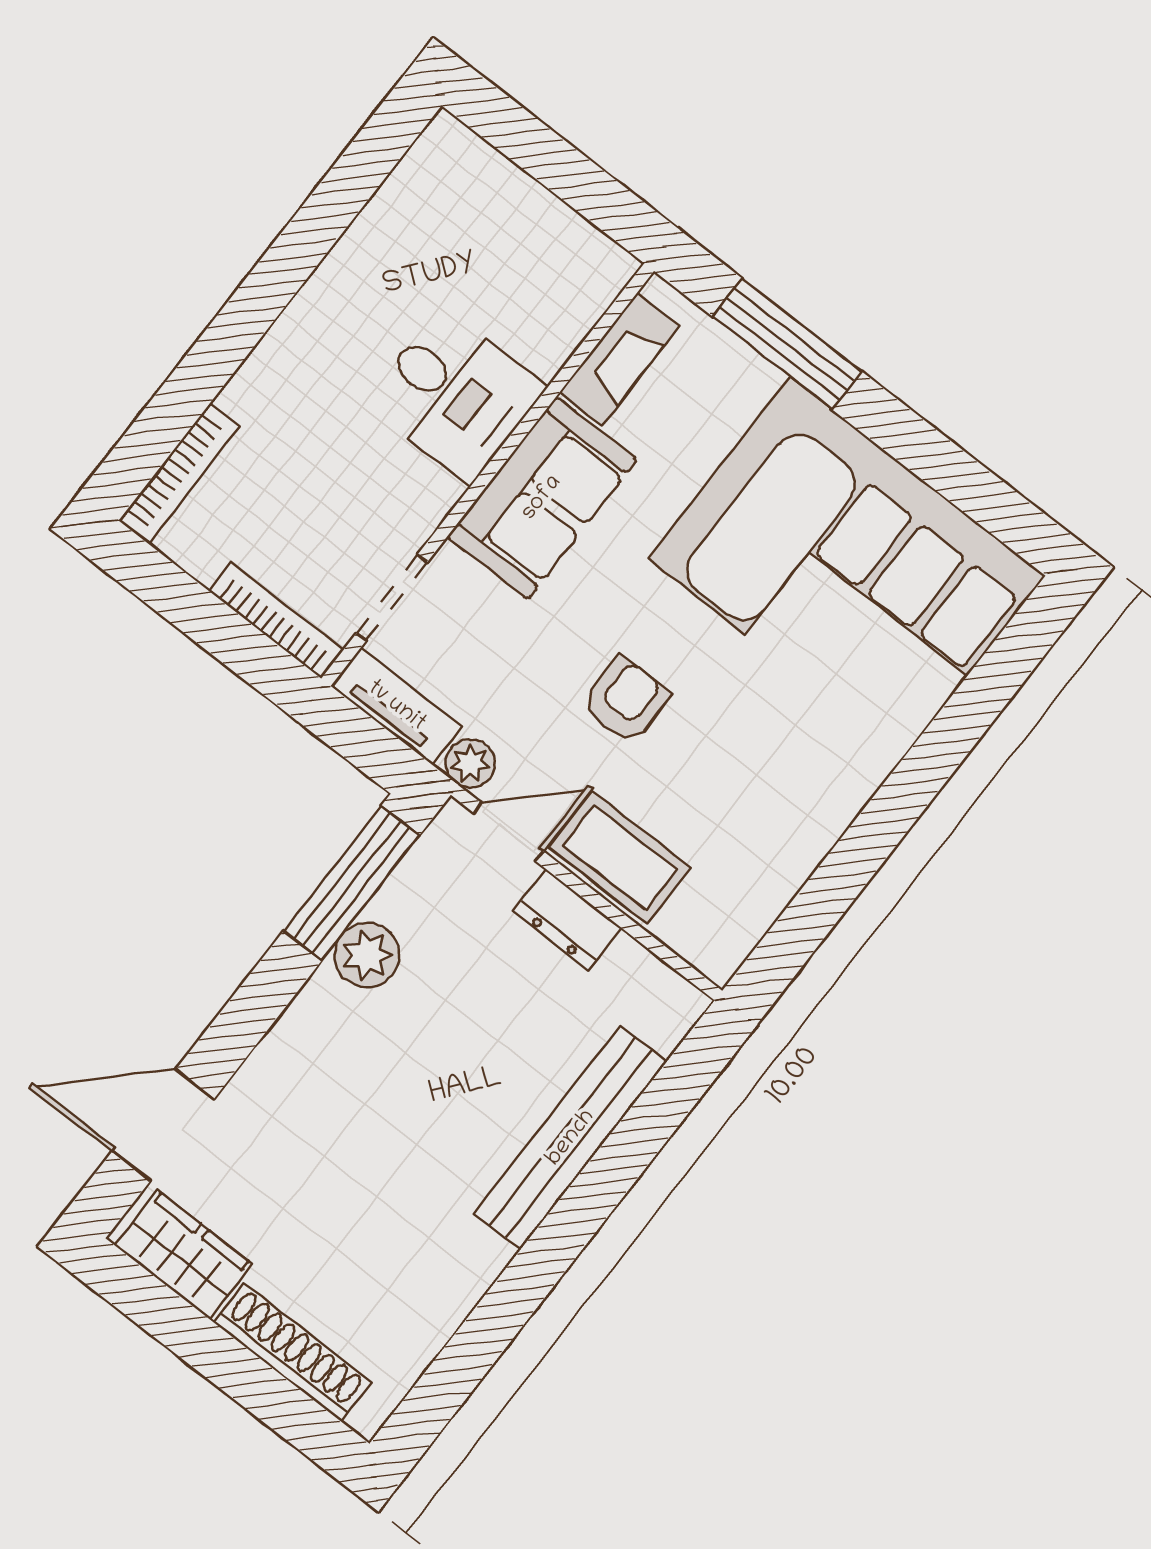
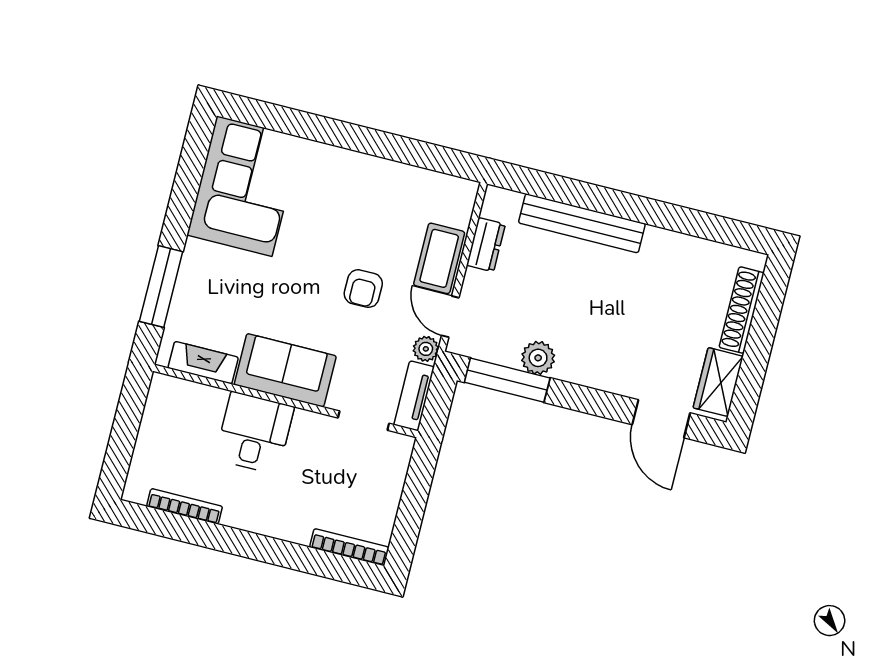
corner sofa: (847, 567) -> (244, 186), width x0.73, depth x0.74
bookcase: (276, 620) -> (185, 506), moved, turned 90
armchair: (626, 700) -> (363, 289), turned -90
dresser: (567, 920) -> (486, 245), moved

